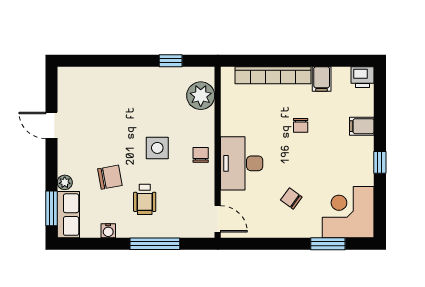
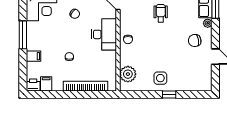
window: (171, 61) -> (169, 95), moved
filing cabinet: (322, 79) -> (46, 84), moved
side table: (157, 148) -> (160, 78), moved
window: (380, 162) -> (23, 35), width x2.17
chair: (110, 177) -> (195, 41), moved

